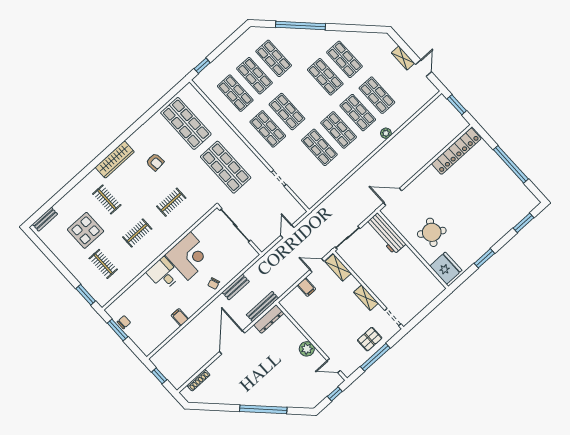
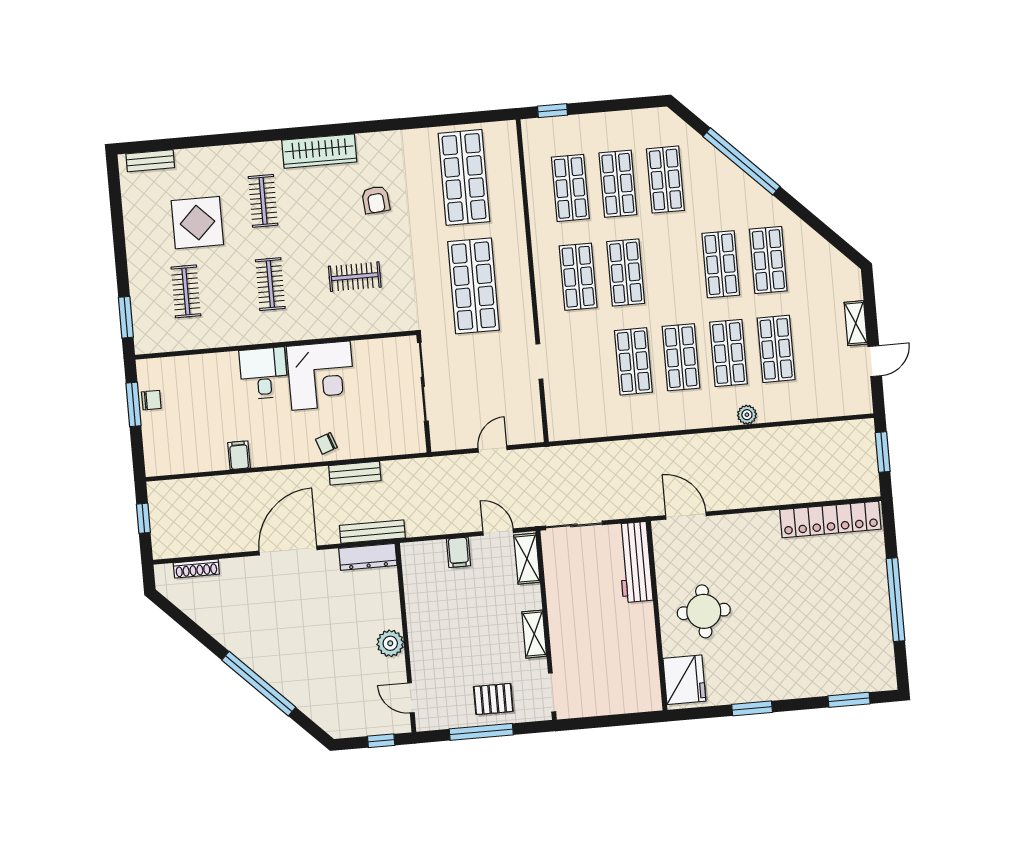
round table: (432, 232) -> (704, 611), turned -33
clothes rail: (137, 233) -> (270, 284), turned 90

